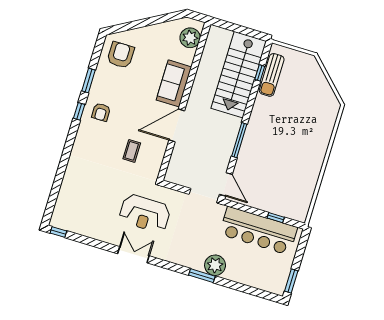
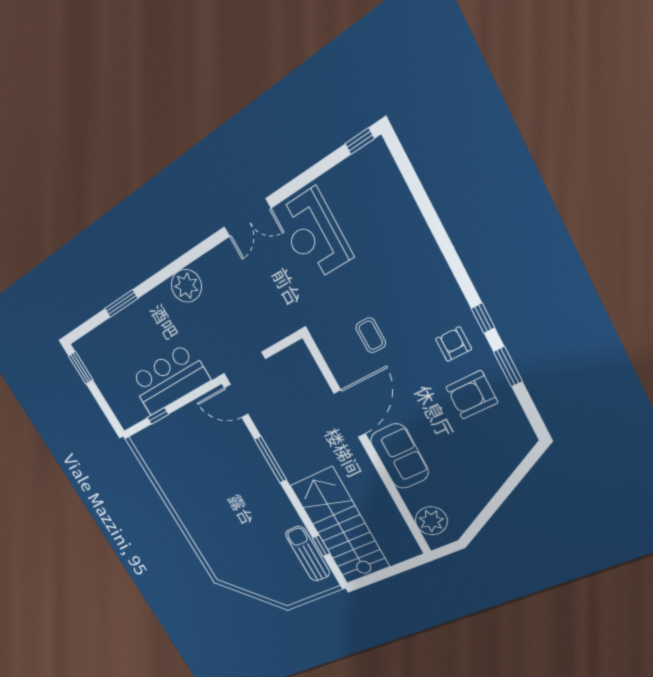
armchair: (121, 55) -> (472, 395), moved, turned 90
reception desk: (145, 213) -> (314, 235), moved, turned -90
bar counter: (258, 231) -> (169, 379), width x0.73
plant: (215, 265) -> (186, 286), moved
window: (202, 276) -> (121, 304), moved

